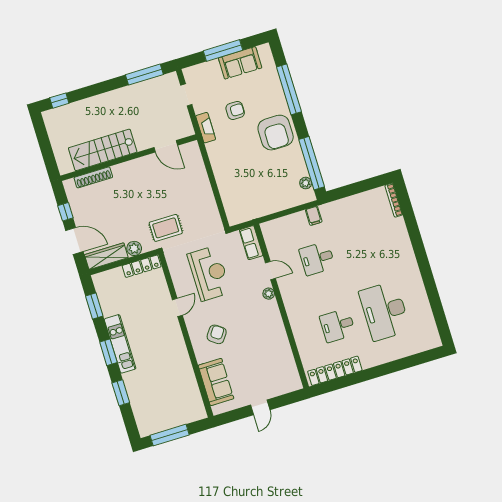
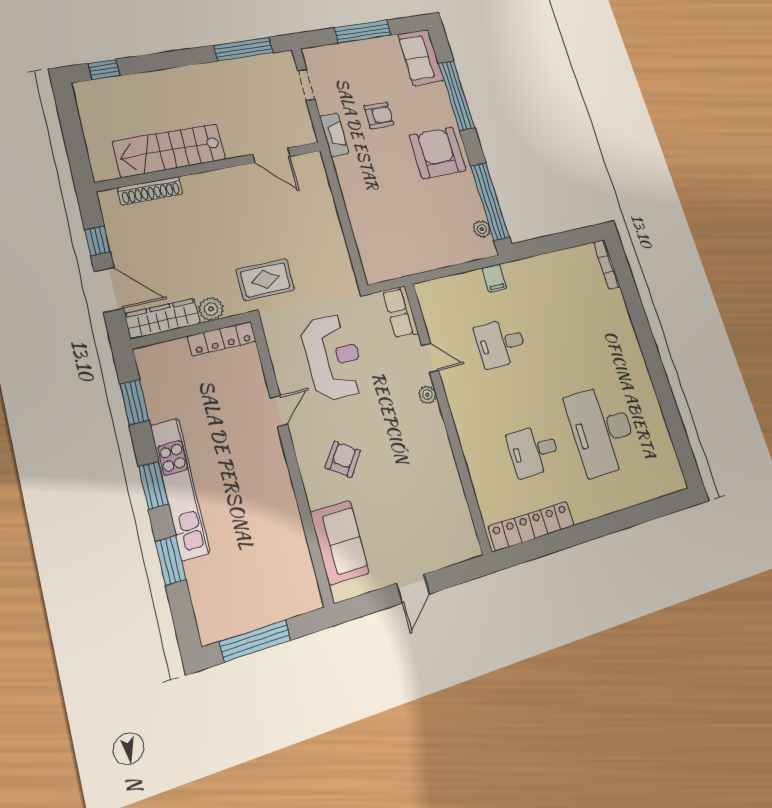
sofa: (240, 63) -> (421, 57), moved, turned 90
armchair: (276, 133) -> (438, 153), turned 180
kitchen unit: (120, 344) -> (180, 489), width x1.36

